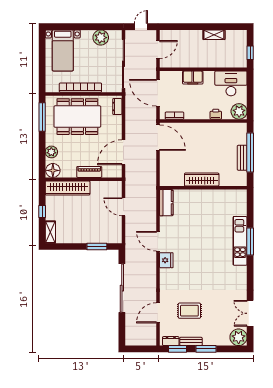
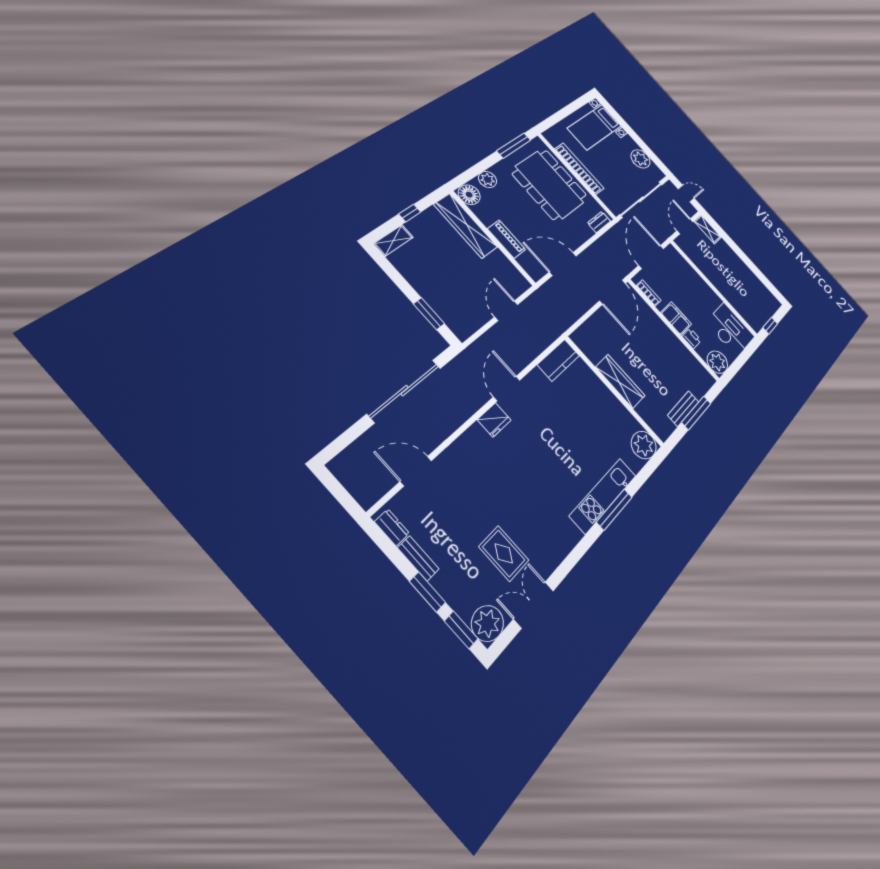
shelving: (214, 35) -> (708, 229), moved
door: (158, 50) -> (685, 226), swing flipped
filing cabinet: (193, 78) -> (676, 318), moved, turned 180
window: (250, 152) -> (696, 413), width x0.68
plant: (238, 198) -> (644, 445), added
rug: (189, 311) -> (504, 553), moved
window: (178, 349) -> (461, 630), moved

